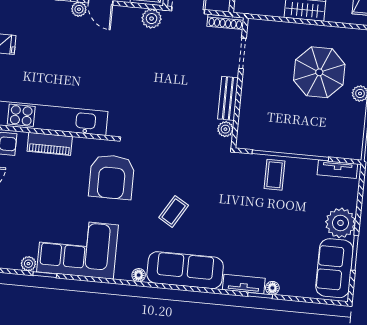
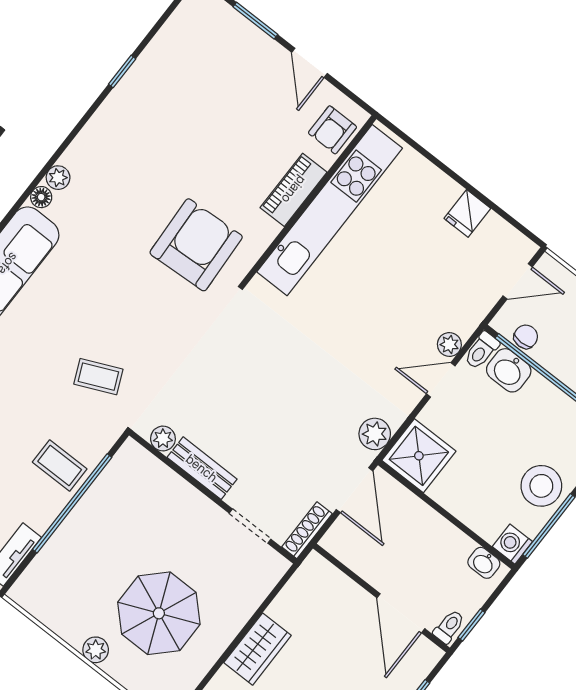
armchair: (112, 177) -> (196, 245), turned 87
coffee table: (174, 211) -> (98, 377), moved, turned -55
corner sofa: (77, 248) -> (129, 138), removed
plant: (28, 264) -> (58, 178), moved

